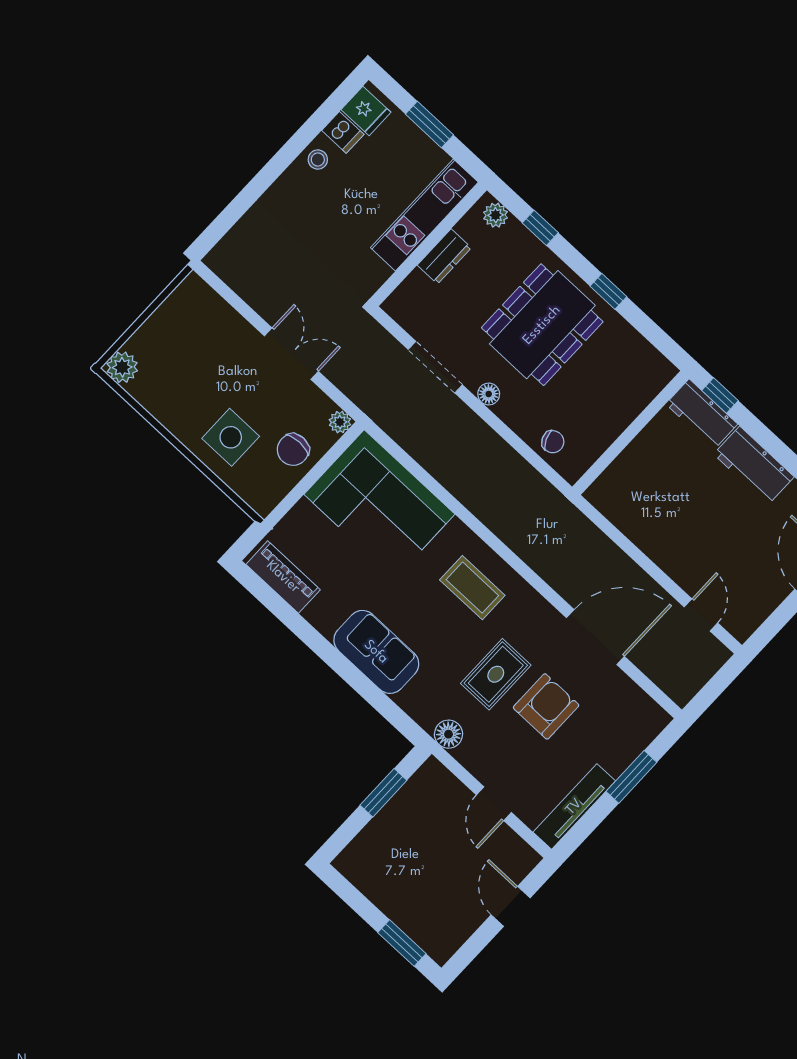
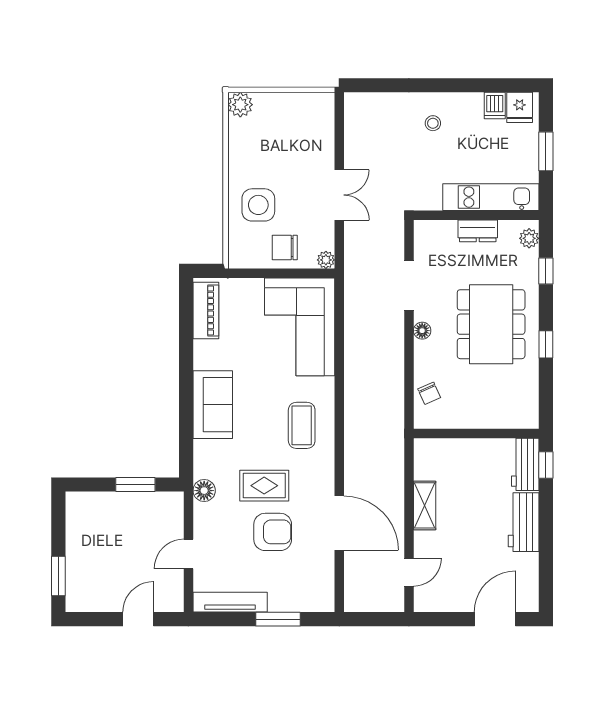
stool: (318, 159) -> (433, 123), moved
dining table: (542, 325) -> (491, 324), turned 90
shelving: (653, 543) -> (425, 505), added

